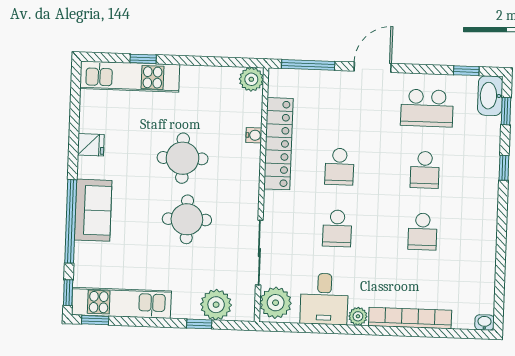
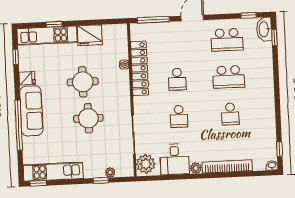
plant: (251, 79) -> (120, 31), removed
fridge: (201, 82) -> (90, 35), added
window: (504, 168) -> (279, 149), moved
school desk: (425, 170) -> (229, 77), width x1.85
sofa: (93, 210) -> (31, 111), width x1.36
window: (68, 293) -> (16, 57), moved
plant: (216, 305) -> (110, 172), width x0.53, depth x0.53

